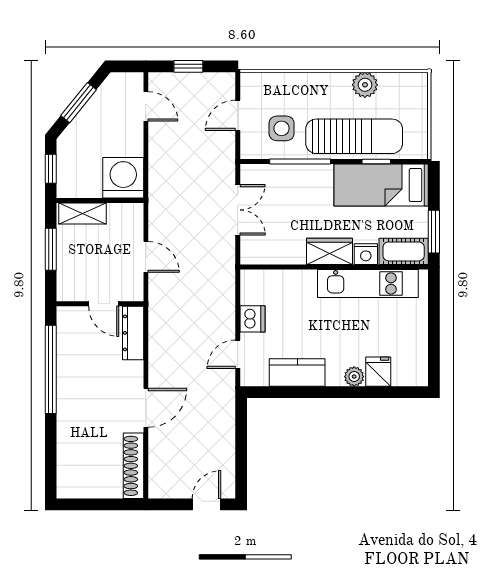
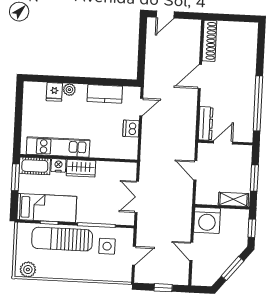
plant: (365, 85) -> (28, 270), moved
door: (146, 106) -> (191, 251), moved
door: (104, 304) -> (223, 143), hinge flipped

